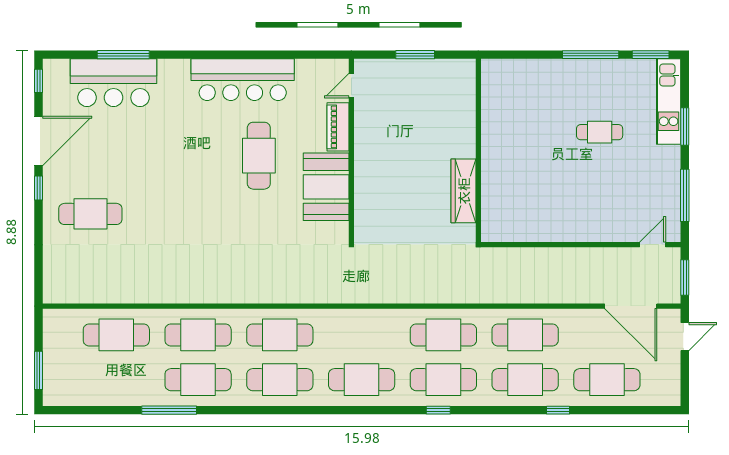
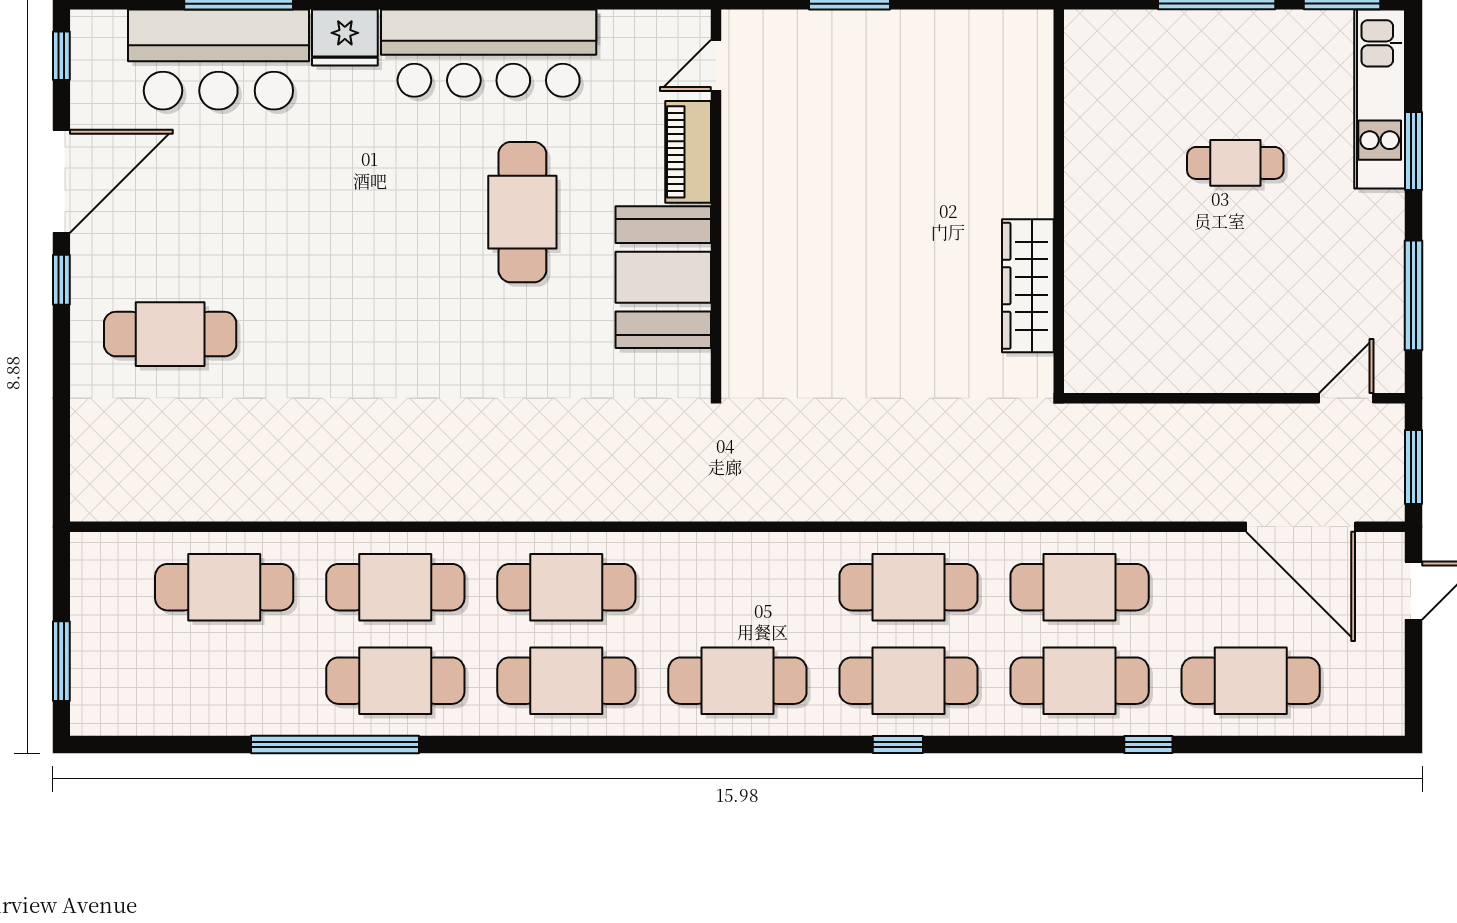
fridge: (174, 72) -> (345, 37), added
wall: (478, 150) -> (1059, 201), moved
wardrobe: (464, 191) -> (1028, 286), moved
window: (169, 410) -> (335, 744), width x1.46

